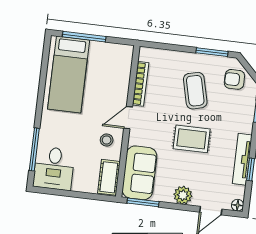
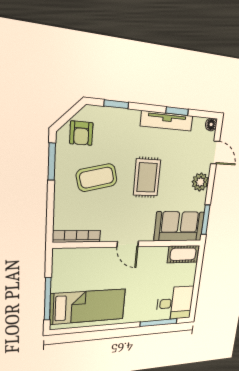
bookcase: (141, 84) -> (77, 236), moved
stool: (107, 140) -> (149, 261), removed

